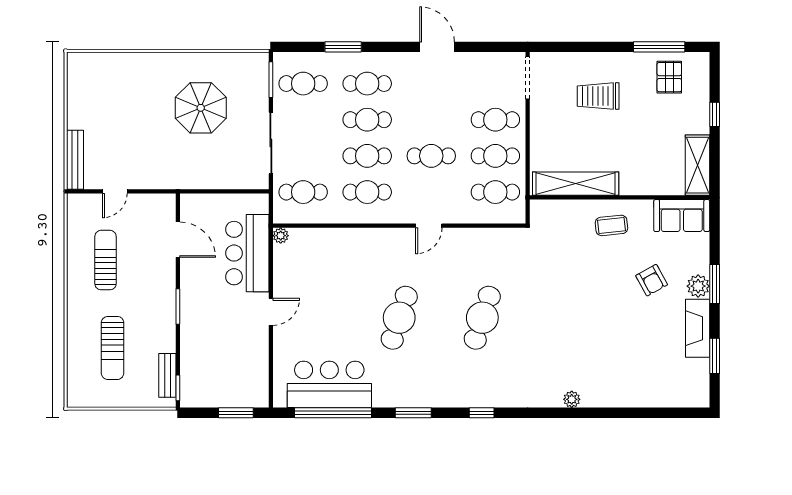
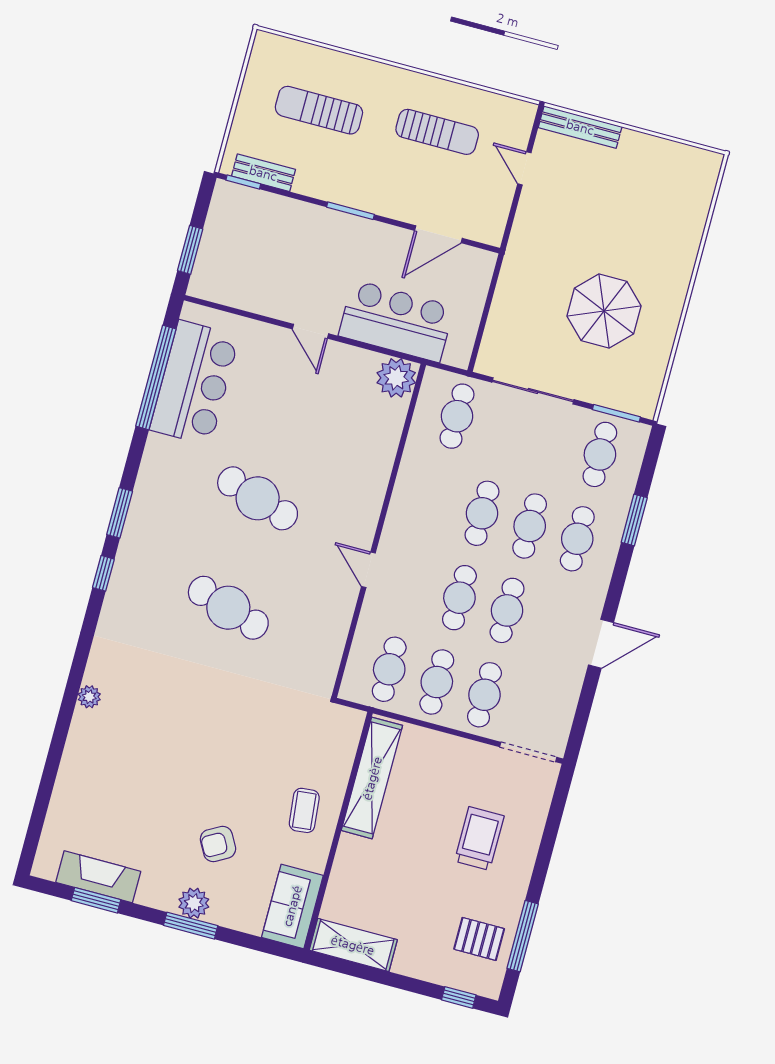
window: (715, 114) -> (459, 997), moved
cafe table: (367, 192) -> (507, 610), moved
plant: (281, 236) -> (396, 378), width x1.88, depth x1.88
fireplace: (698, 328) -> (98, 877), moved
window: (413, 413) -> (120, 513), moved

